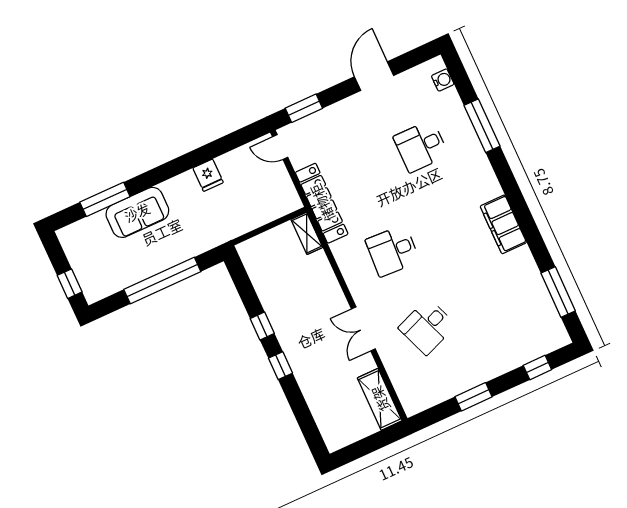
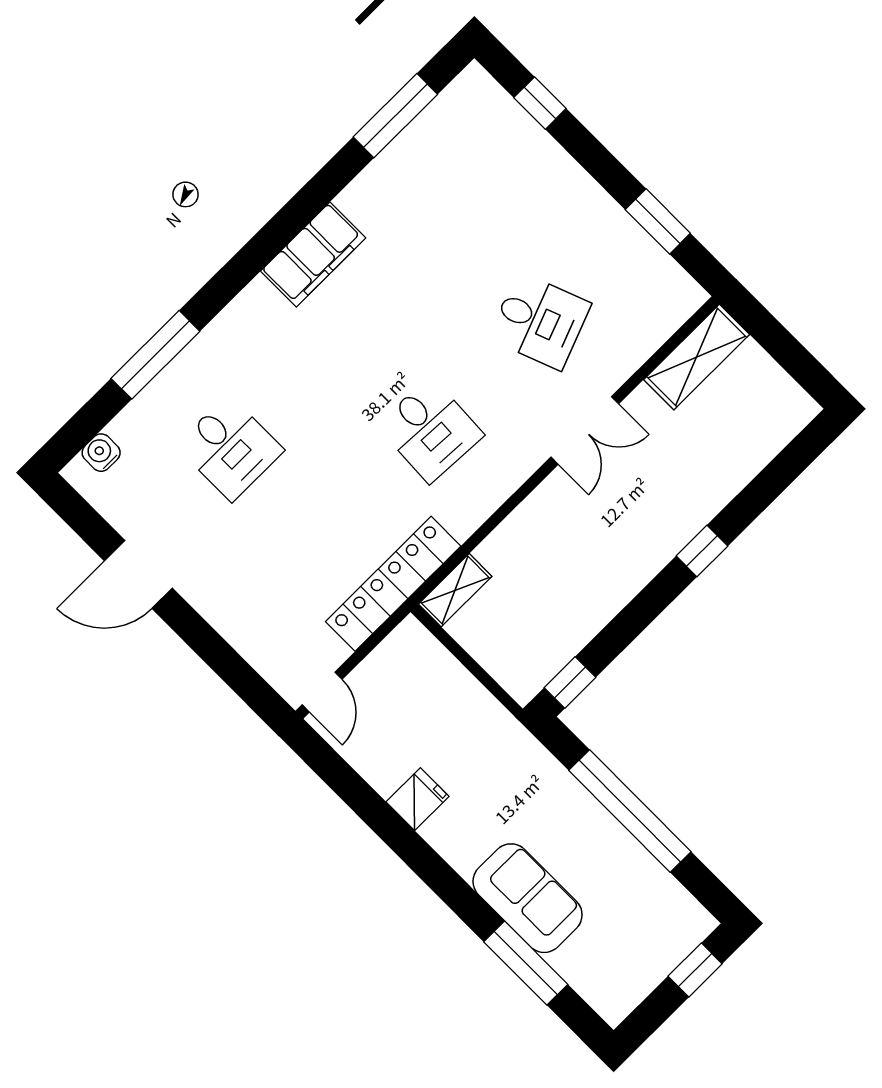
window: (304, 108) -> (239, 676), removed
window: (262, 326) -> (570, 682), moved
window: (474, 397) -> (658, 221), moved

